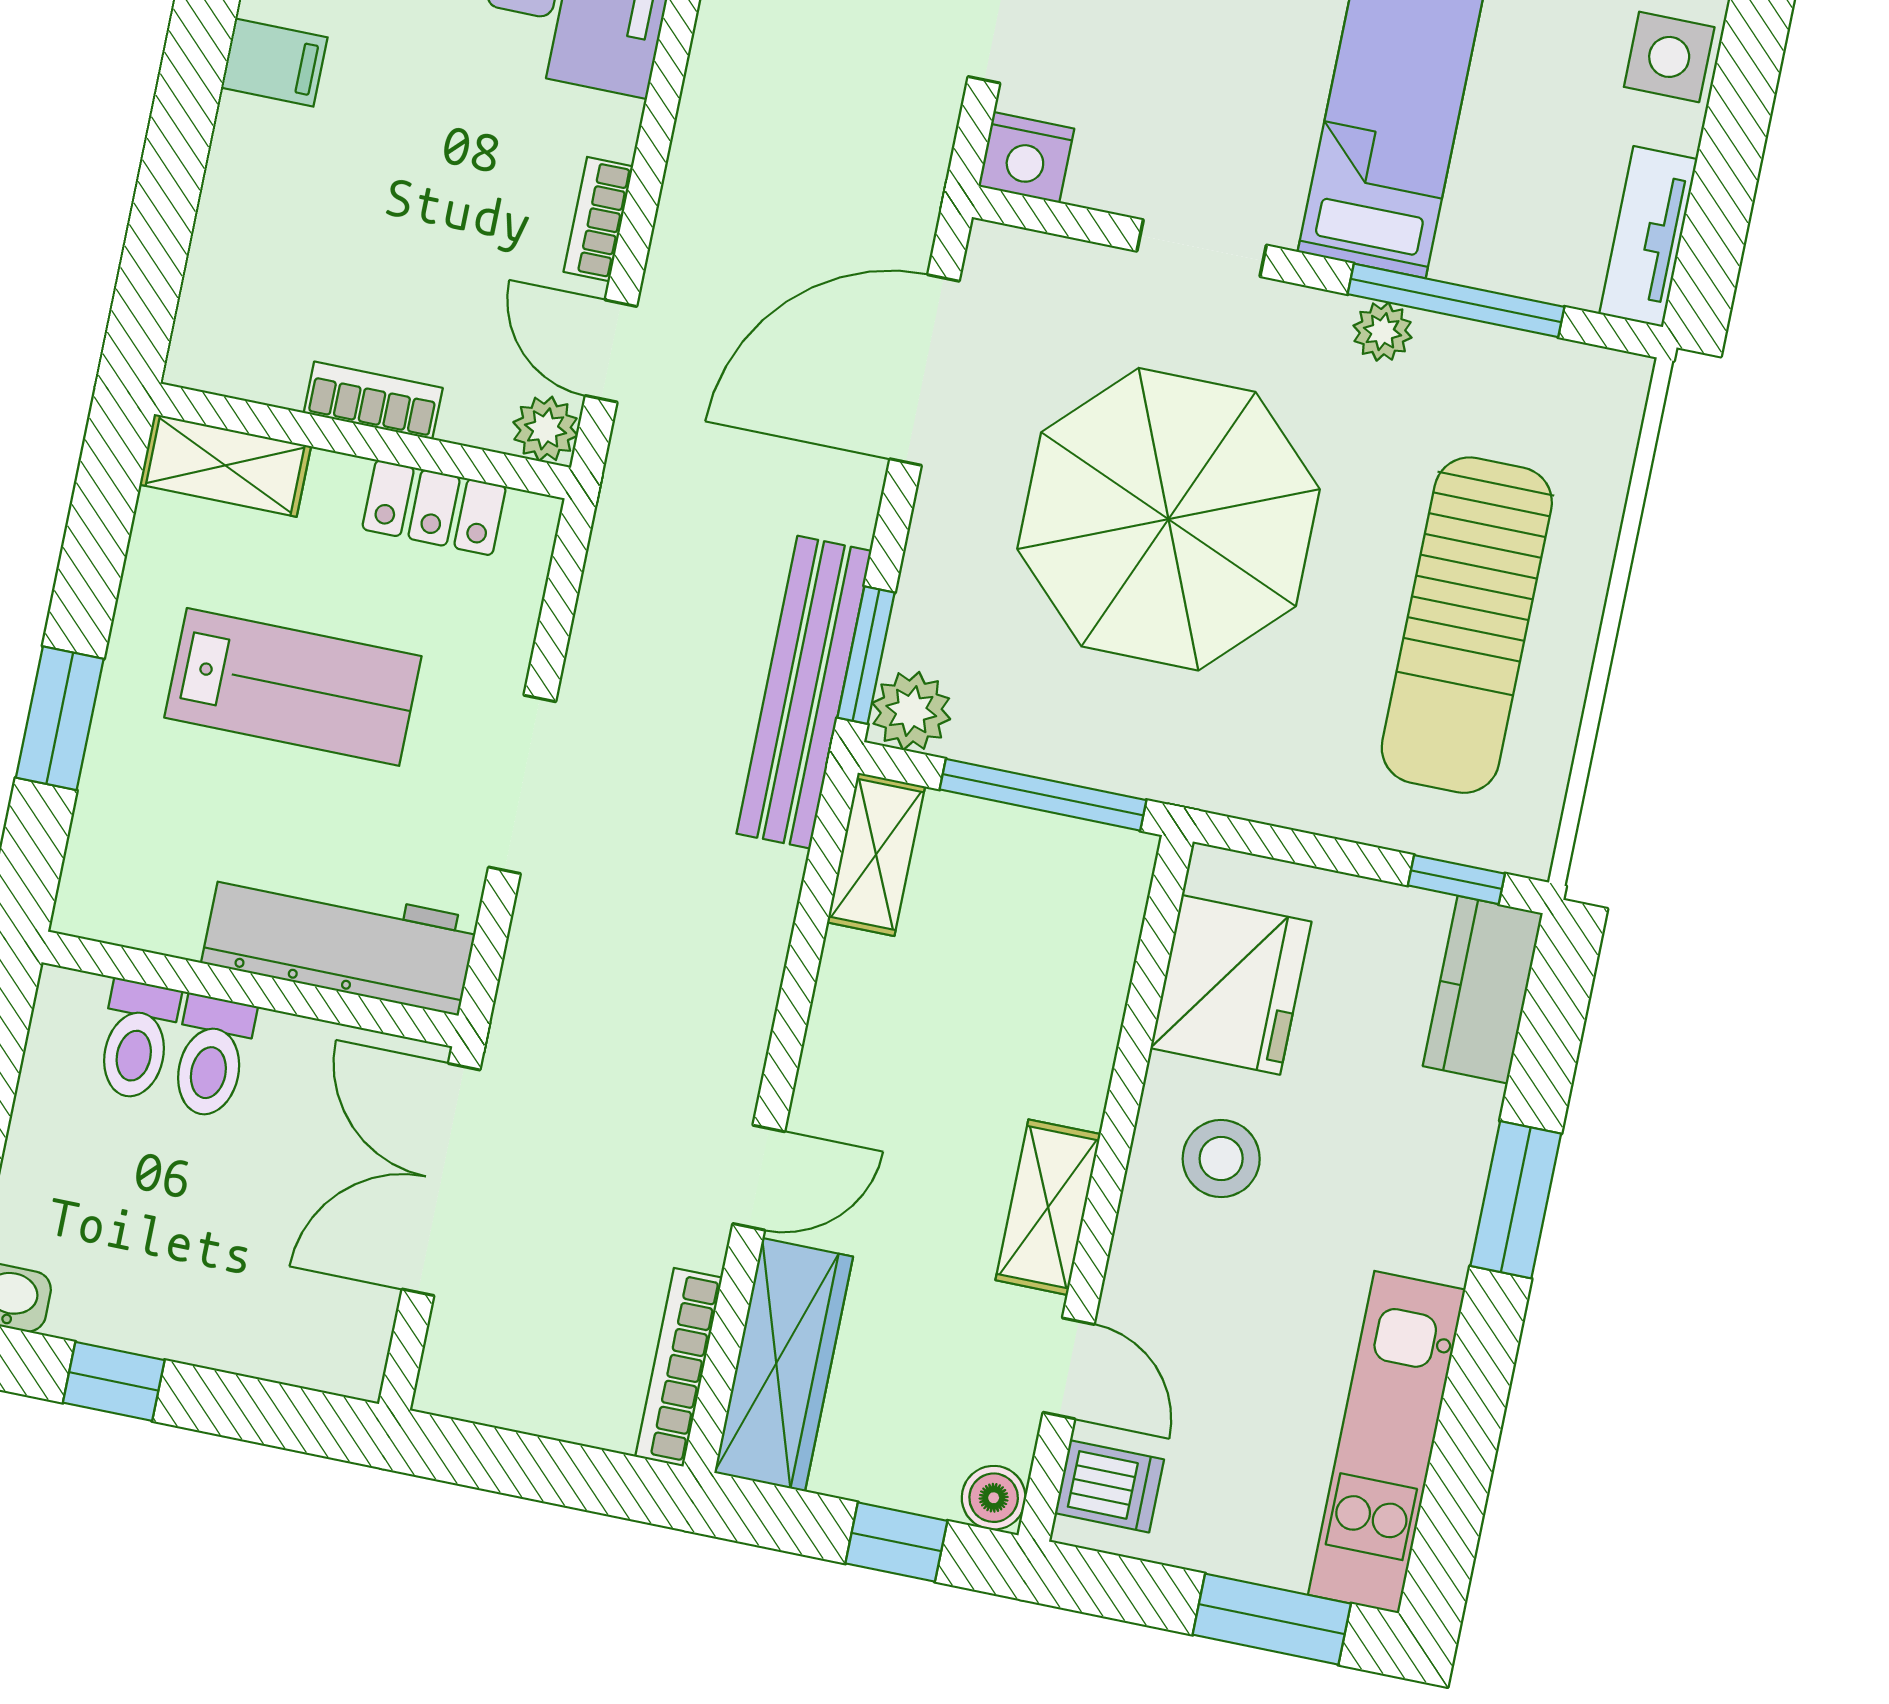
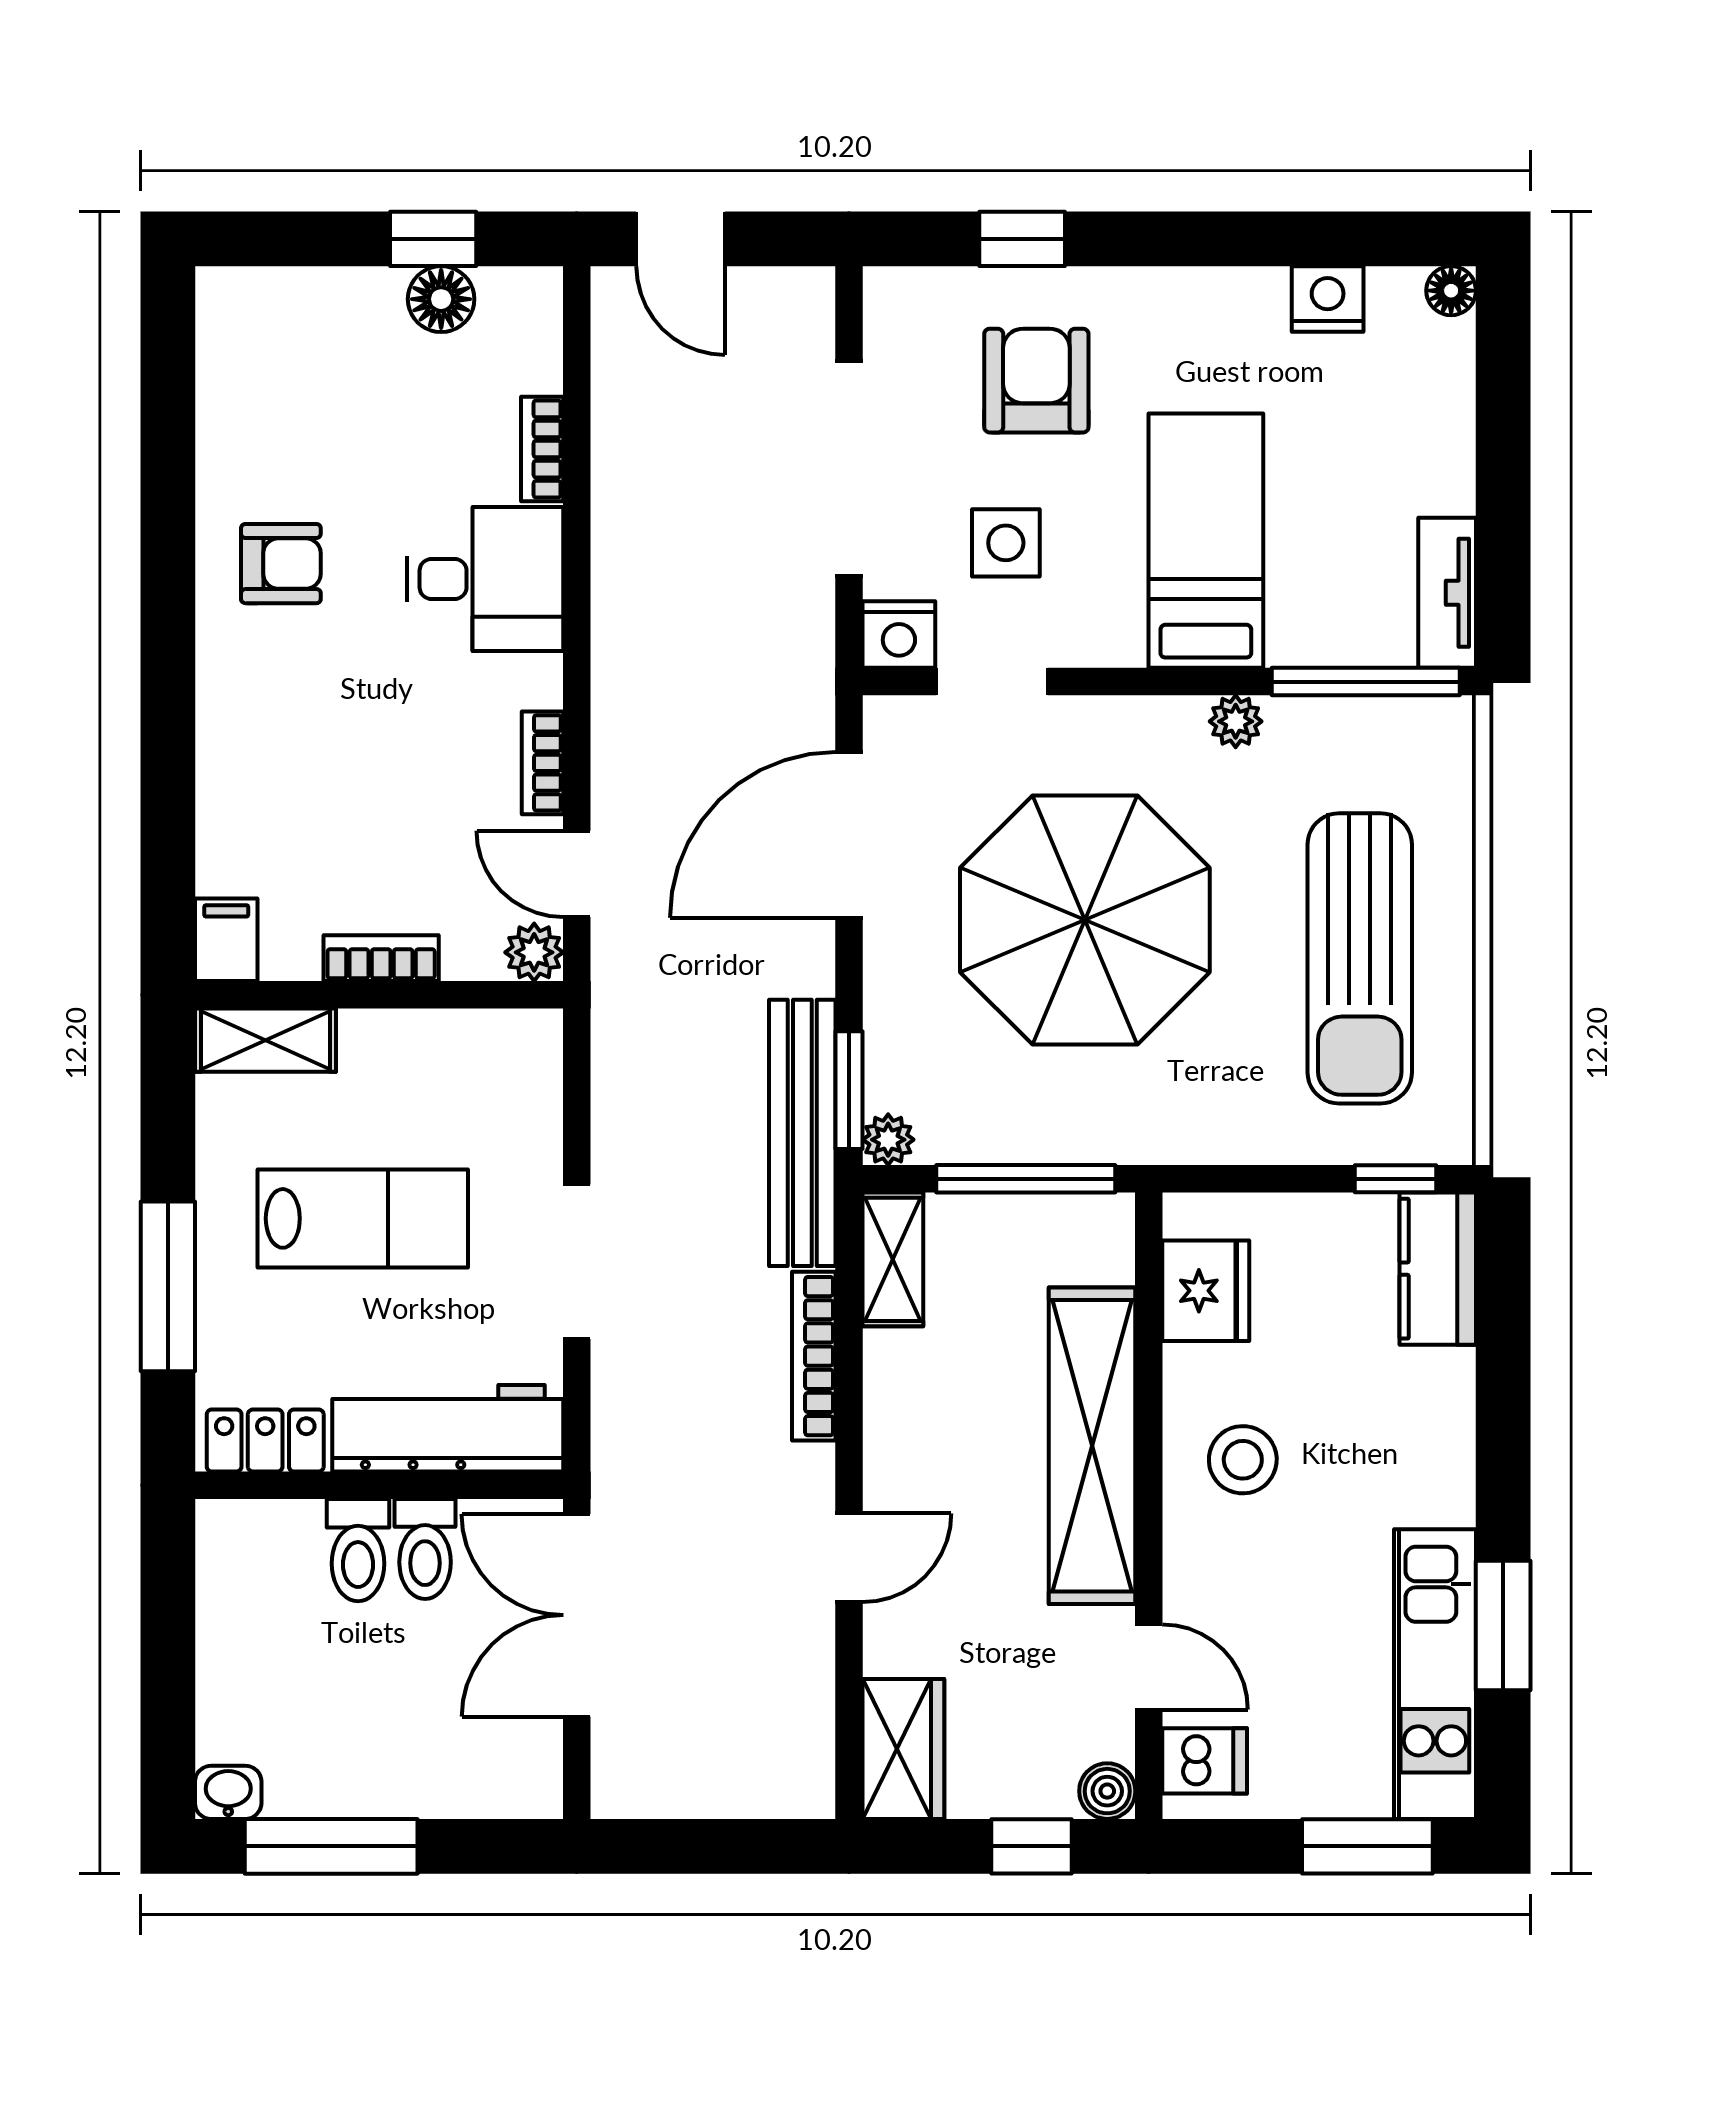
side table: (1669, 57) -> (1006, 543), moved
filing cabinet: (274, 63) -> (226, 940), moved, turned -90
doorway: (1202, 248) -> (992, 682), moved
window: (1456, 300) -> (1366, 682), moved
locker: (434, 508) -> (265, 1441), moved, turned 180
plant: (911, 711) -> (888, 1140), width x0.73, depth x0.73
window: (60, 718) -> (168, 1286), width x1.44
fridge: (1231, 985) -> (1206, 1291), width x0.73, depth x0.75
toilet: (137, 1040) -> (425, 1549), moved
window: (1516, 1200) -> (1503, 1625), moved
shelving: (1048, 1207) -> (1092, 1446), width x2.20, depth x1.33
wardrobe: (784, 1365) -> (903, 1749), width x0.67
bookcase: (679, 1367) -> (814, 1356), moved
window: (114, 1381) -> (331, 1846), width x2.17

